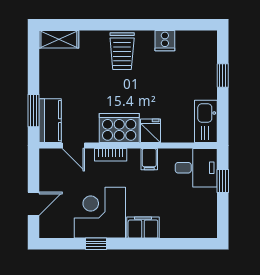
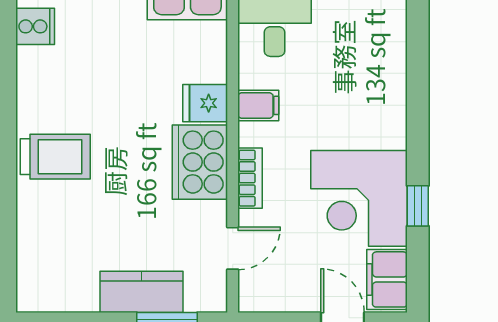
shelving: (59, 39) -> (33, 276), removed
cooker: (165, 41) -> (35, 26), moved
kitchen counter: (50, 121) -> (142, 292), moved
filing cabinet: (143, 228) -> (387, 279), moved

